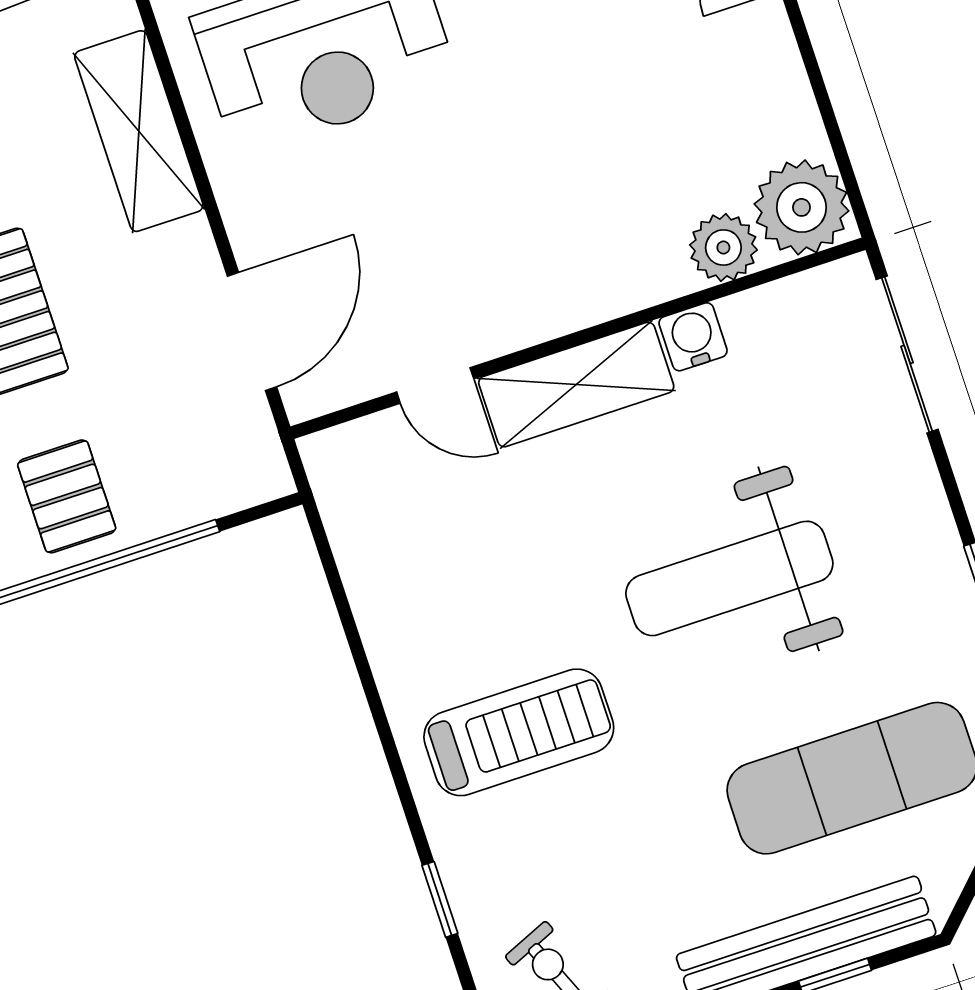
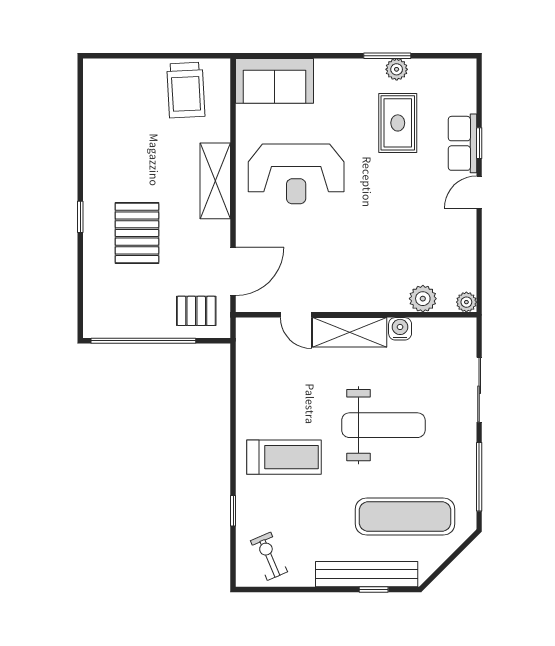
plant: (802, 207) -> (466, 302), width x0.53, depth x0.53
sliding door: (907, 354) -> (479, 390), moved
pallet: (67, 496) -> (196, 311), moved, turned 90
weight bench: (729, 578) -> (383, 425), turned 180

